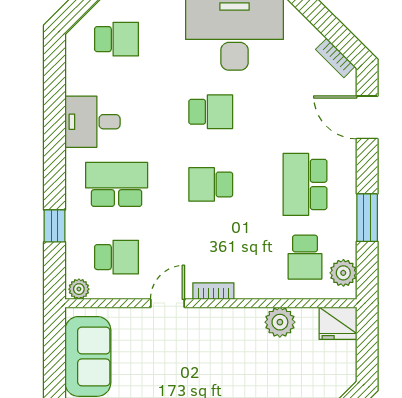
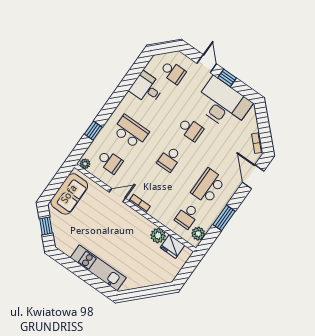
desk: (92, 122) -> (147, 88), moved
school desk: (211, 184) -> (169, 159), turned -90
fridge: (338, 323) -> (172, 246), moved

